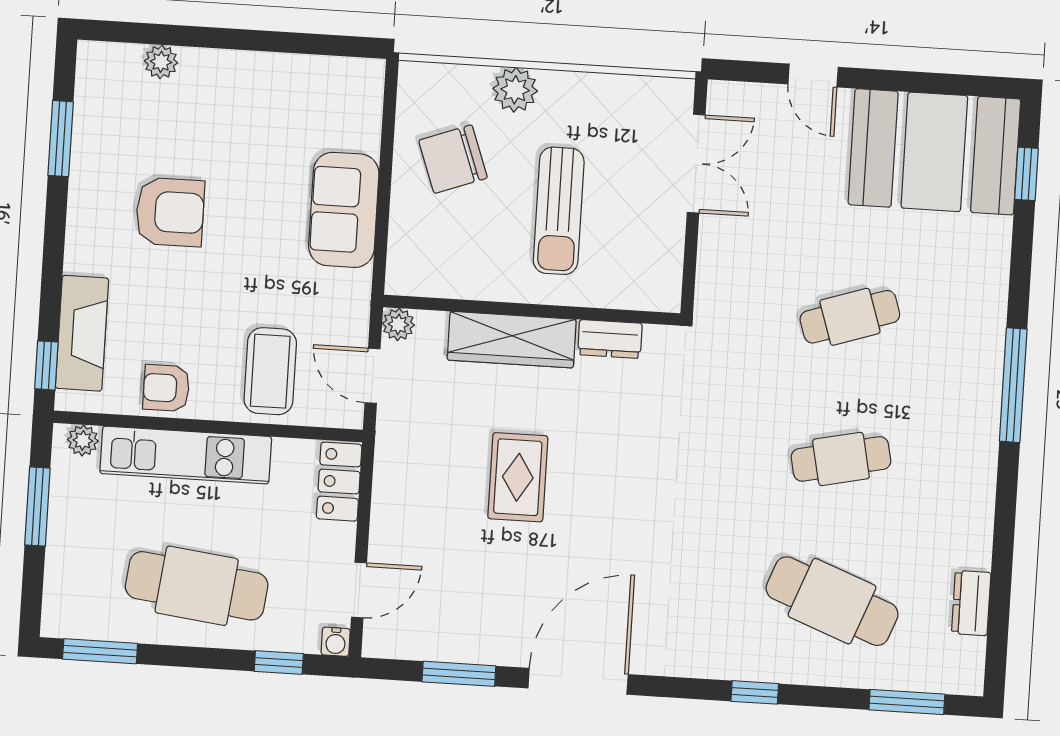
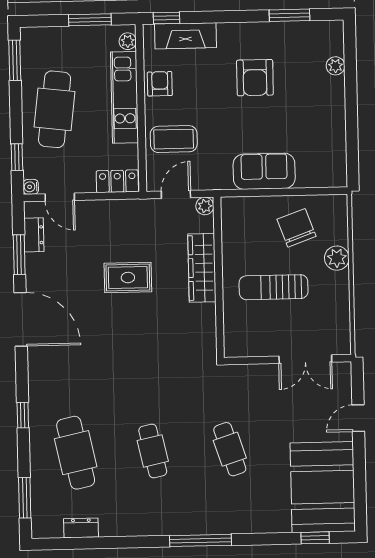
dresser: (610, 339) -> (34, 235), moved, turned 180
cafe table: (832, 601) -> (76, 453), turned -33

